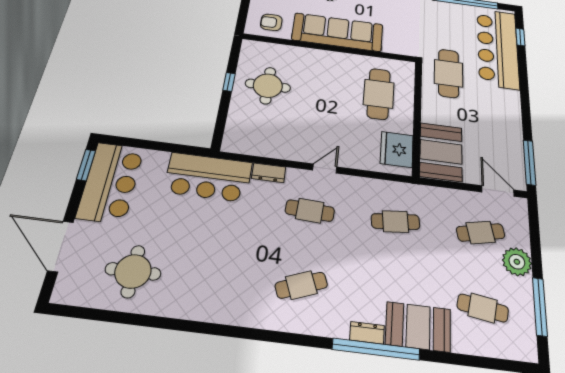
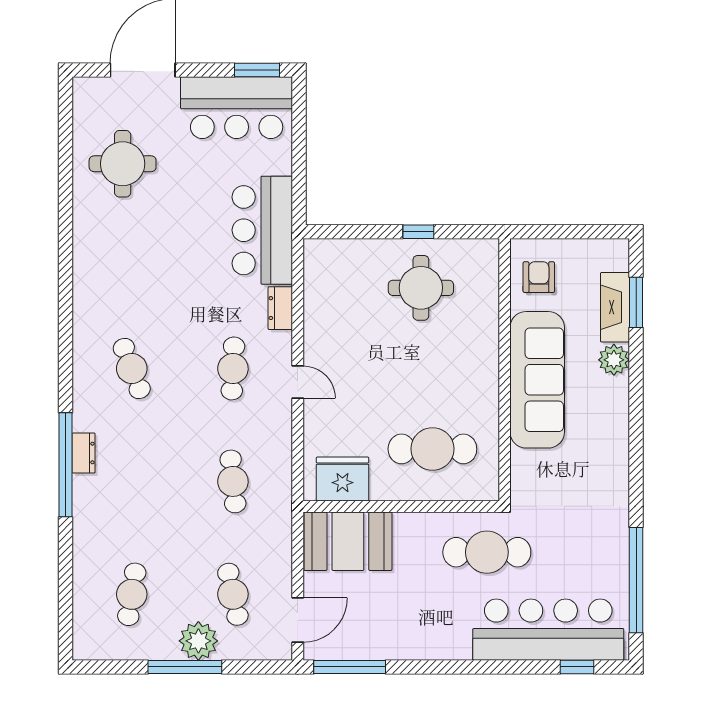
window: (540, 307) -> (185, 667), moved
booth: (418, 327) -> (98, 514), removed

